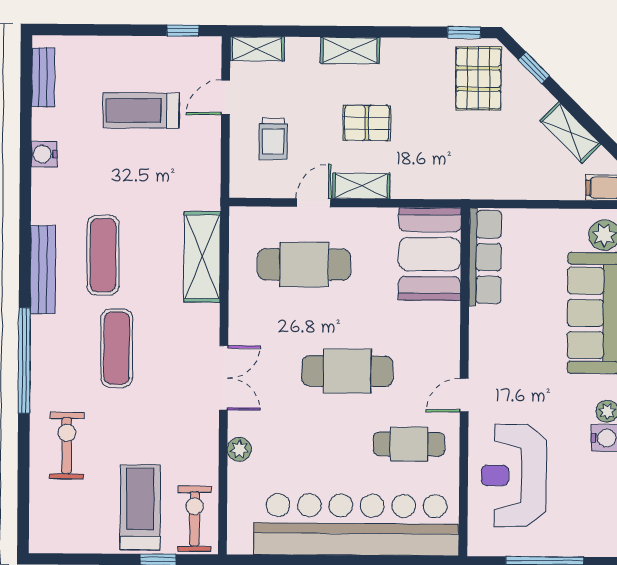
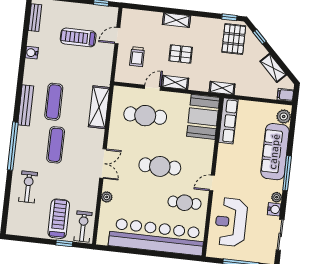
shelving: (257, 49) -> (222, 88), moved

